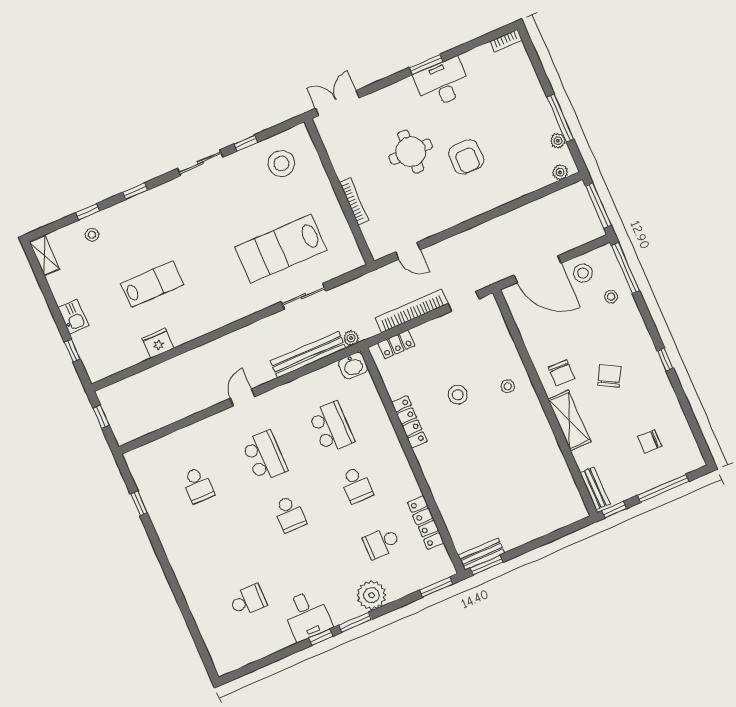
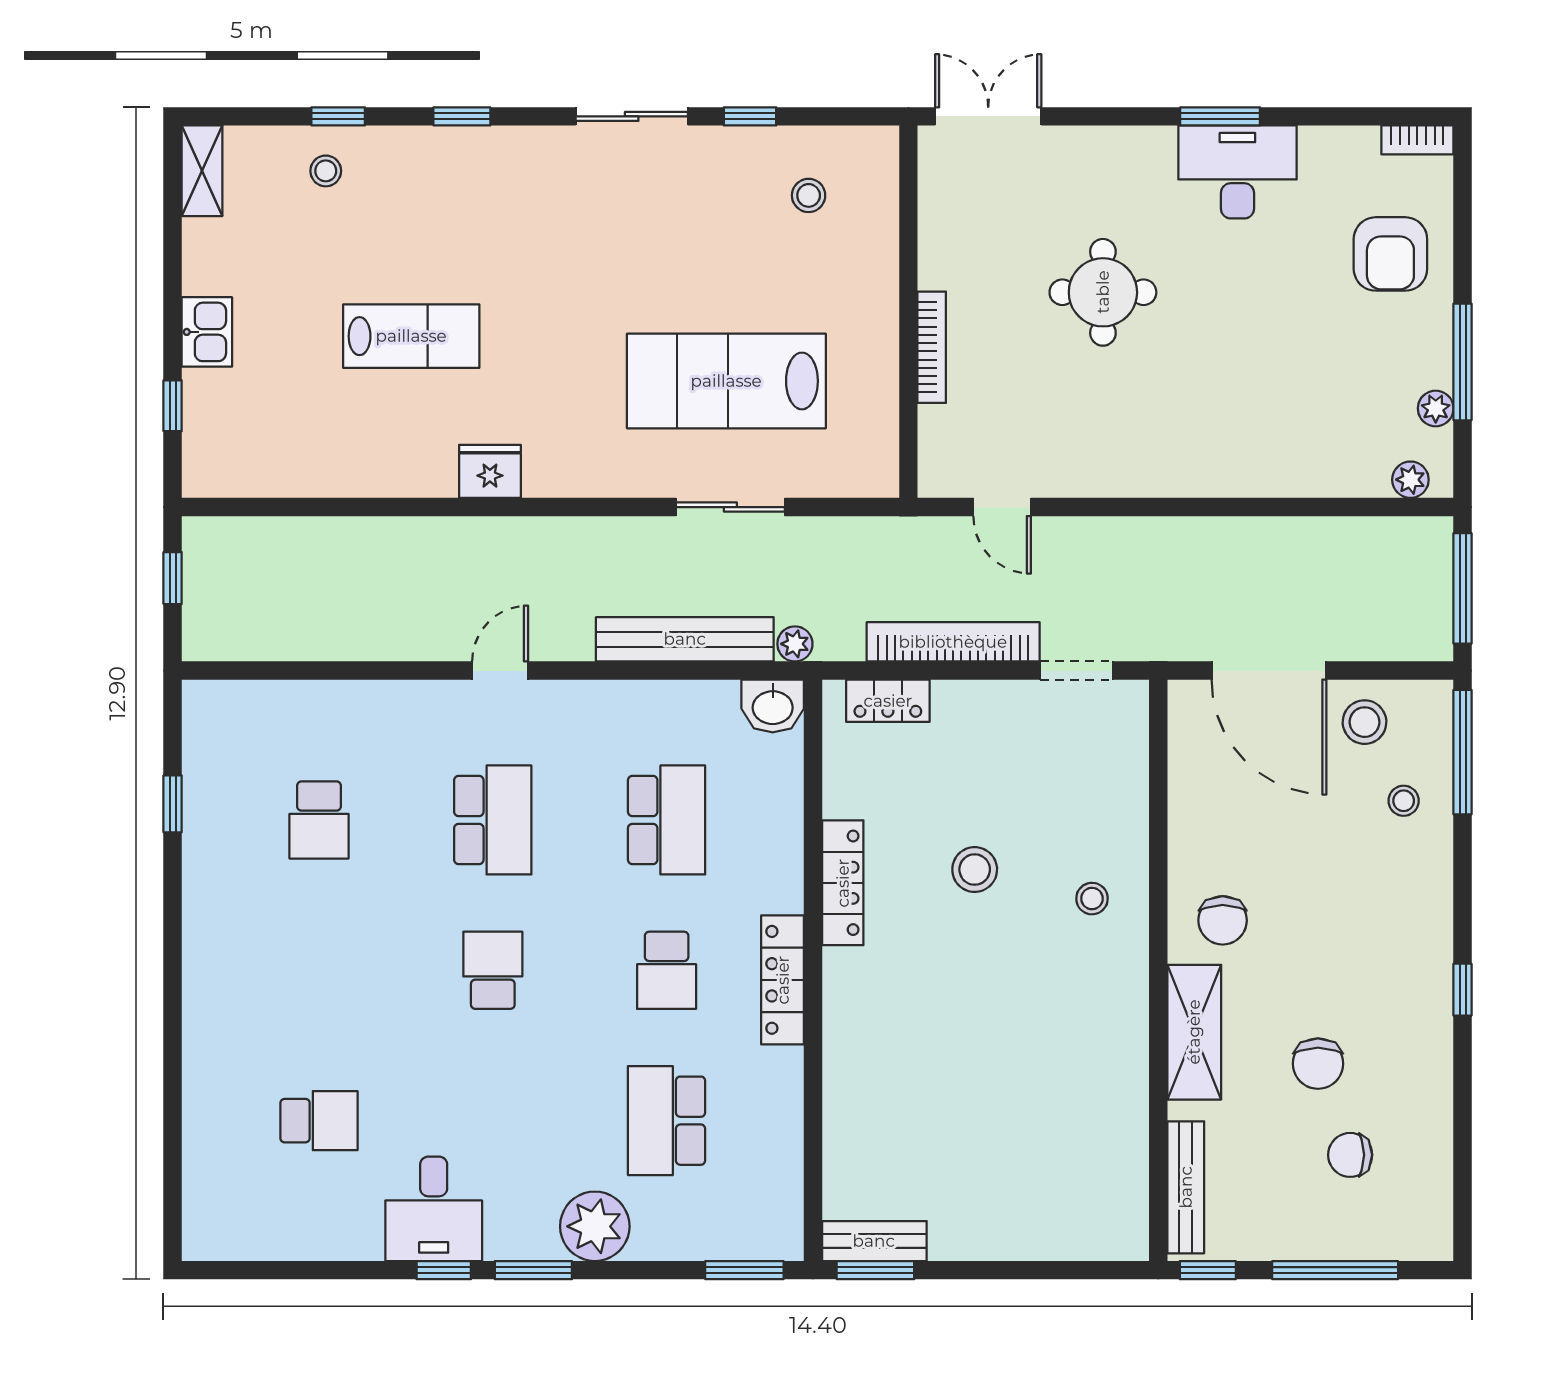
armchair: (466, 157) -> (1390, 254), moved
stool: (281, 164) -> (809, 195), width x0.53, depth x0.53
fridge: (158, 343) -> (490, 471), moved
chair: (609, 376) -> (1318, 1064), moved, turned 151
bench: (595, 488) -> (1186, 1187), width x1.36
school desk: (290, 514) -> (493, 970), turned 180
locker: (426, 523) -> (783, 980), moved
school desk: (381, 543) -> (667, 1121), width x1.85

